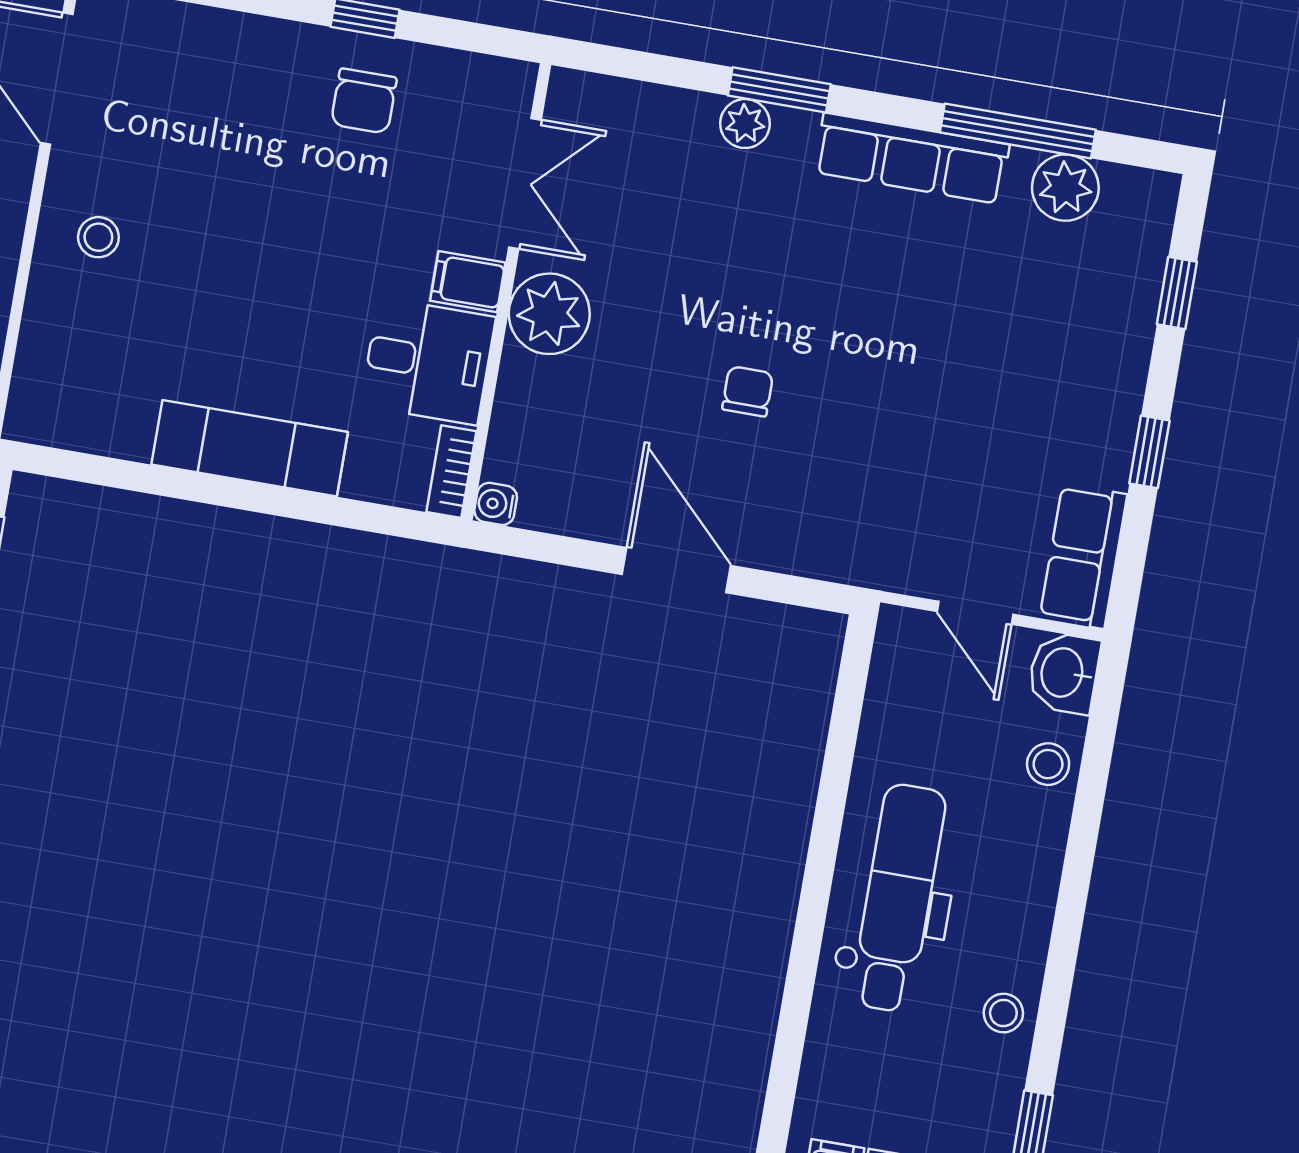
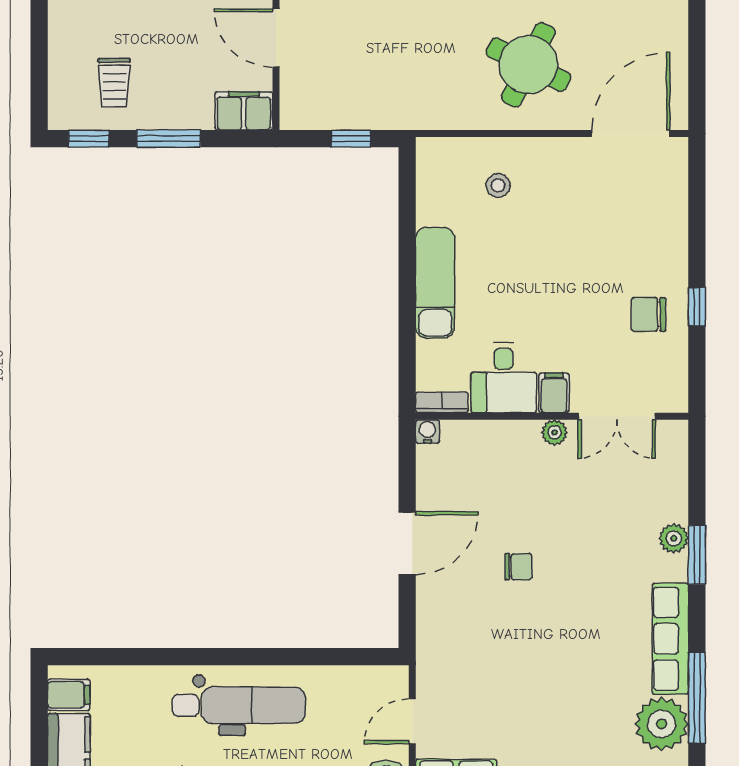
plant: (1065, 188) -> (662, 724), width x1.36, depth x1.36
stool: (98, 237) -> (498, 185), moved
plant: (549, 314) -> (555, 432), width x0.53, depth x0.53

